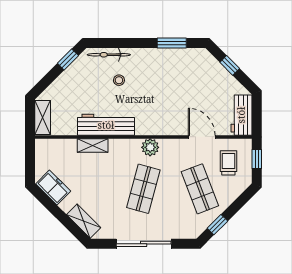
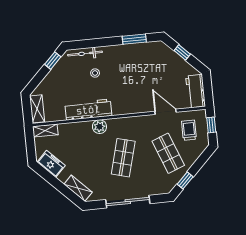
shelving: (93, 145) -> (45, 131), moved
plant: (150, 147) -> (99, 127), moved

